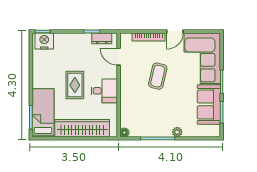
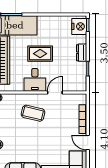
dresser: (102, 38) -> (82, 53), moved
door: (119, 57) -> (55, 93), moved
coffee table: (158, 76) -> (33, 113), moved

